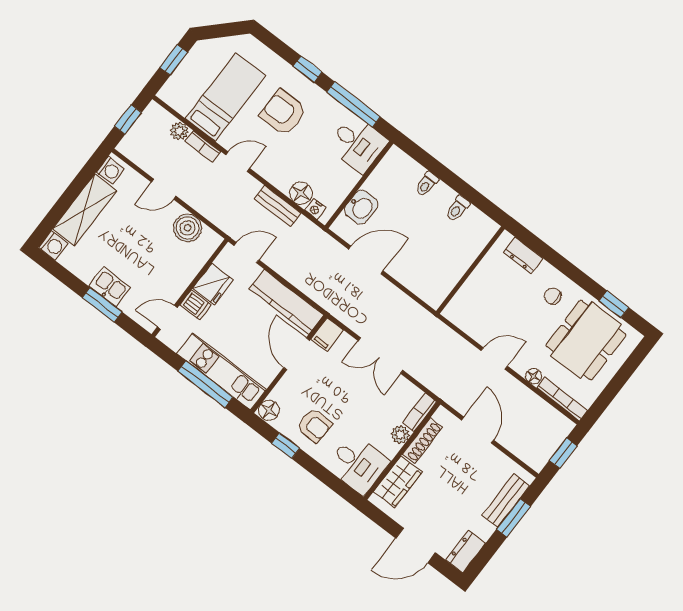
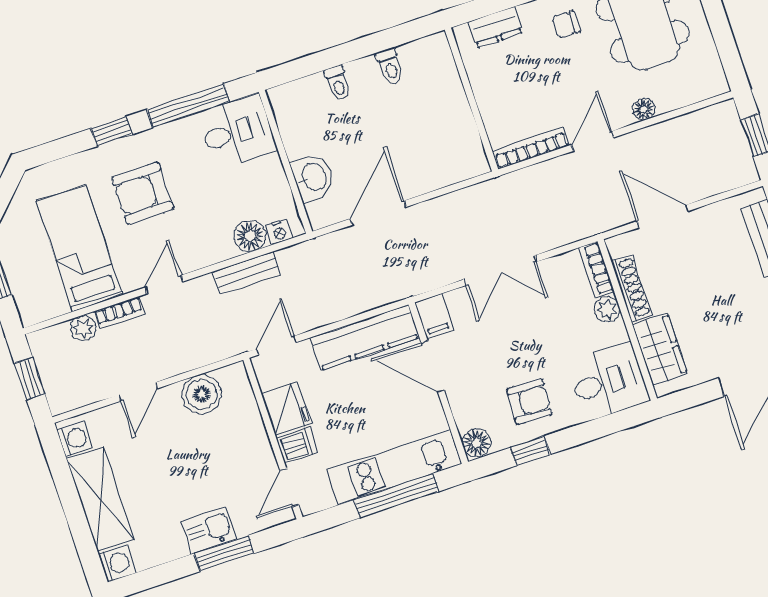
bookcase: (562, 399) -> (531, 148), moved

